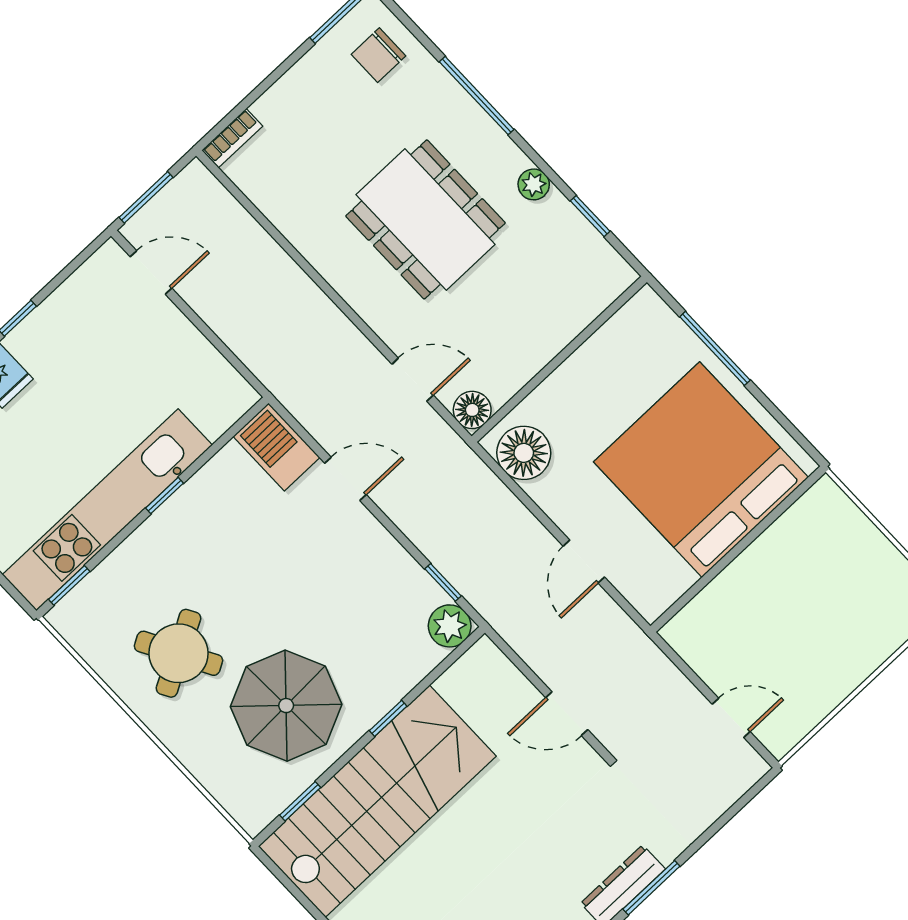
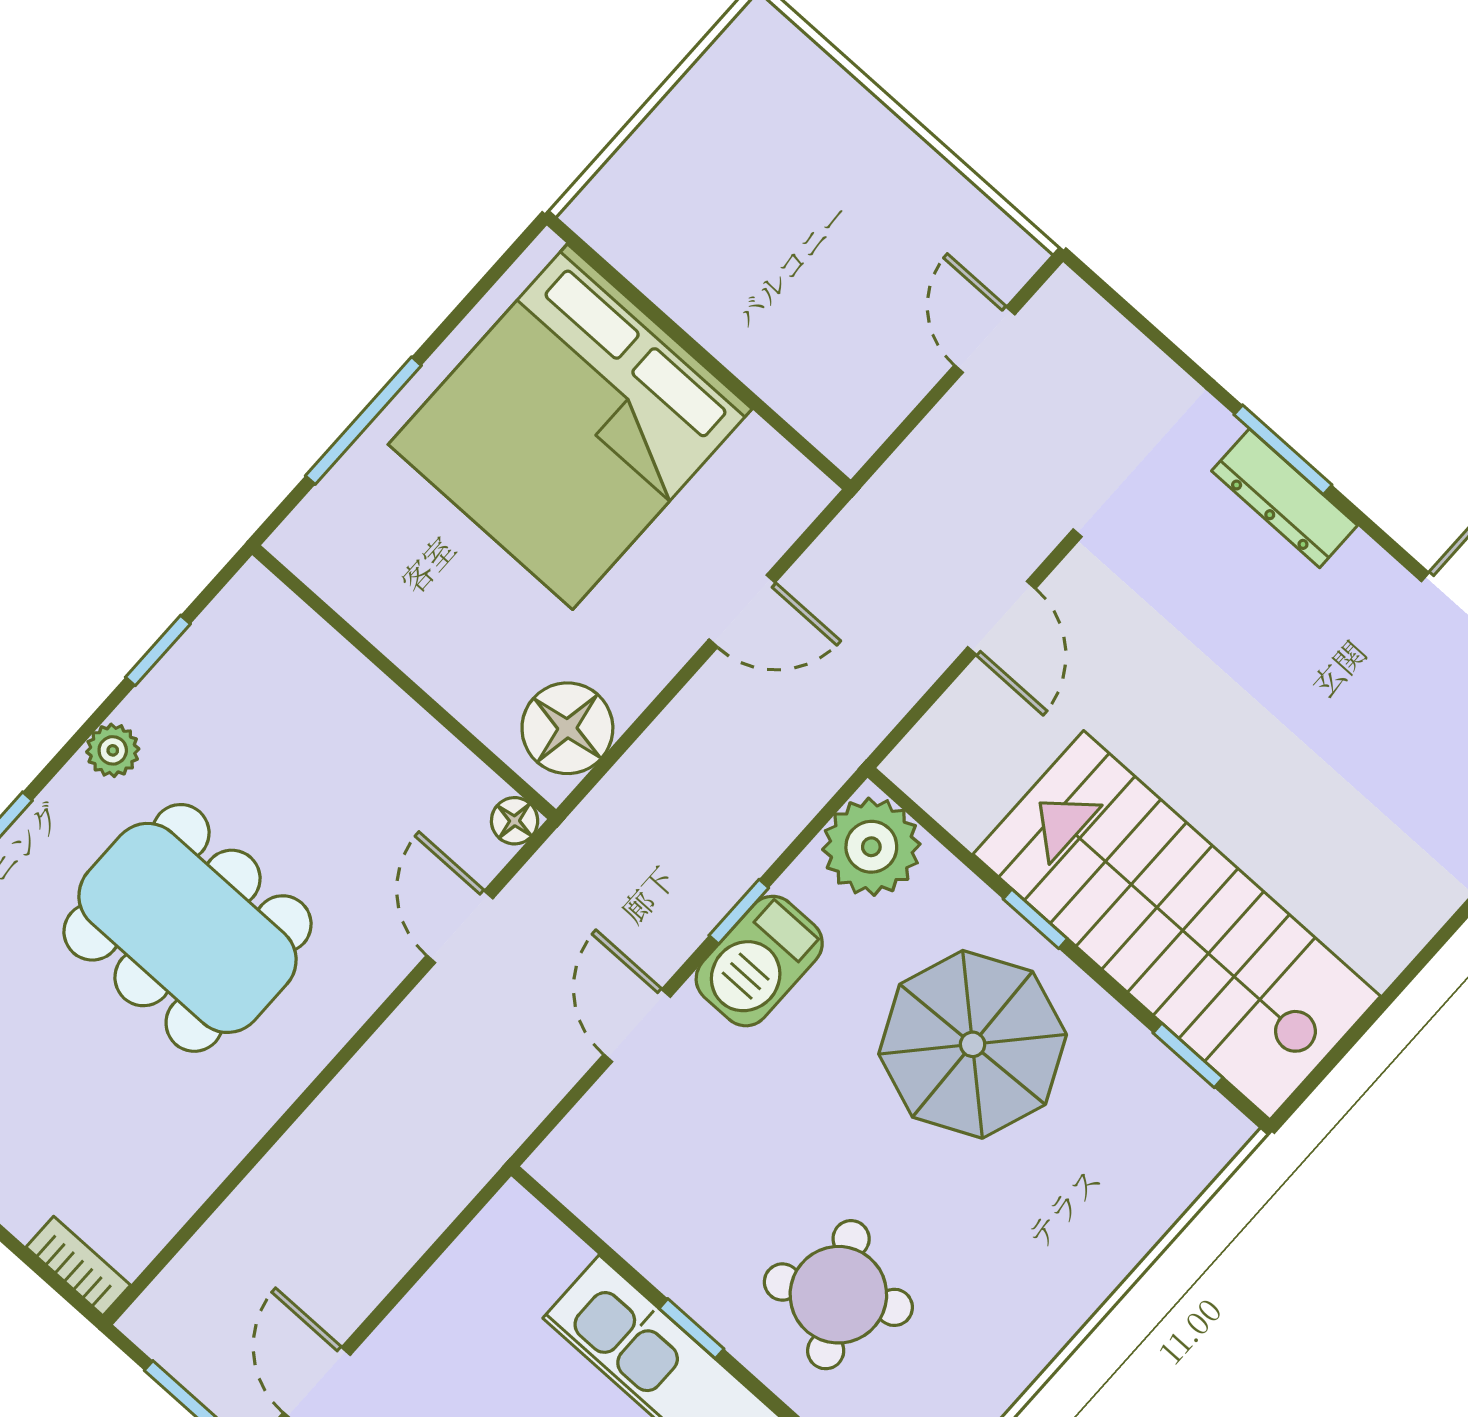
dining table: (426, 219) -> (188, 928), turned 90
floor lamp: (472, 410) -> (515, 821), width x0.73, depth x0.73
barbecue: (276, 447) -> (759, 961), moved
window: (443, 582) -> (739, 912), moved
plant: (450, 626) -> (871, 847), width x1.36, depth x1.36
round table: (178, 653) -> (838, 1295), moved
parasol: (286, 706) -> (973, 1044), moved

